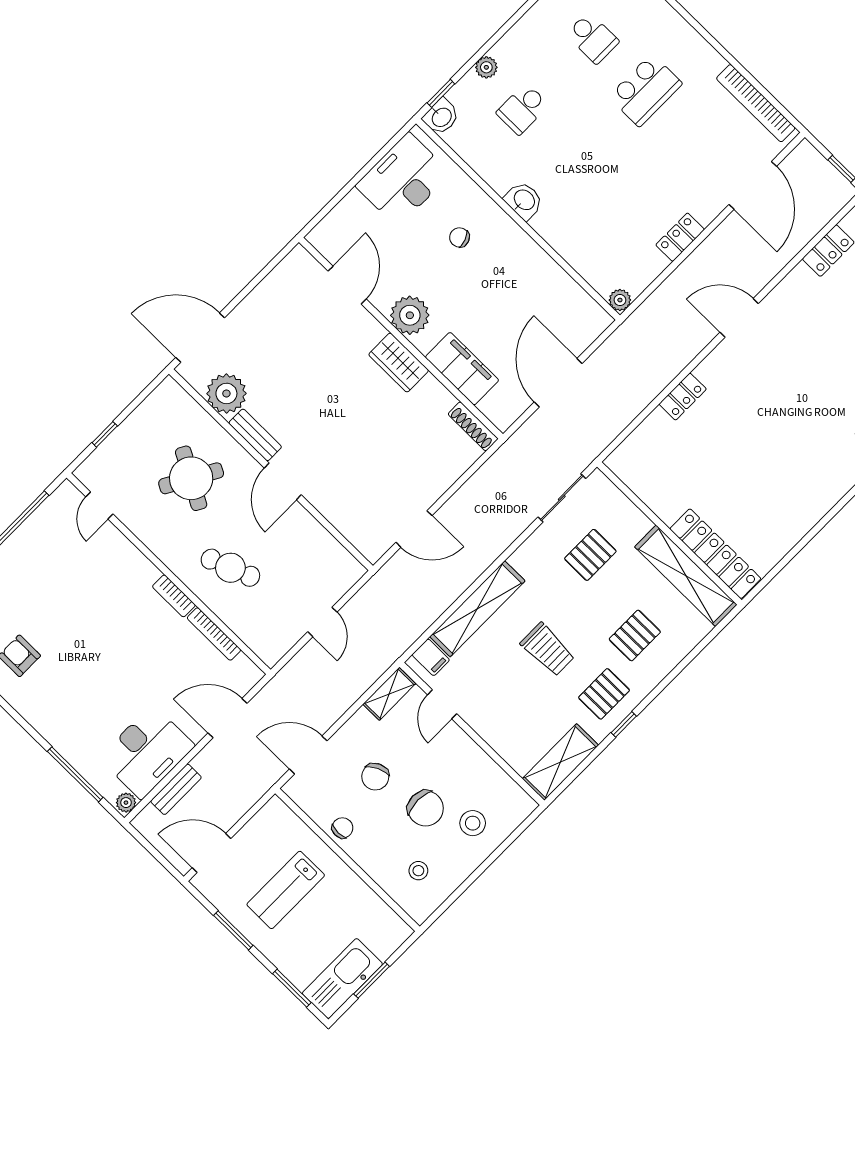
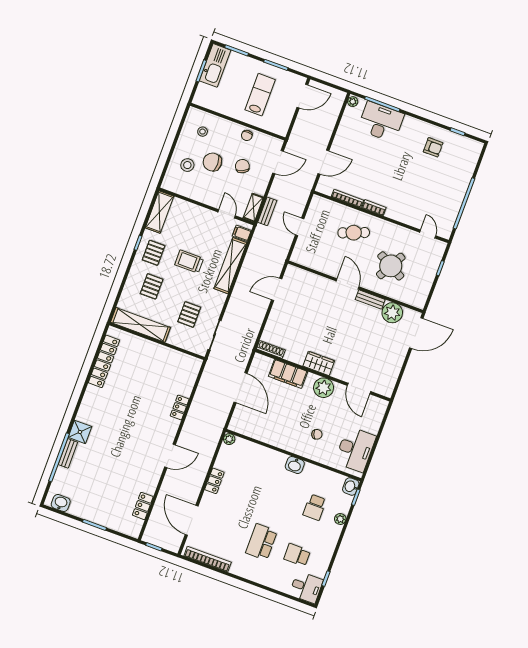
school desk: (522, 109) -> (315, 507), turned 180
locker: (715, 554) -> (104, 361), moved, turned -90
desk: (147, 752) -> (381, 122), moved, turned 90
bench: (176, 789) -> (267, 211), moved

